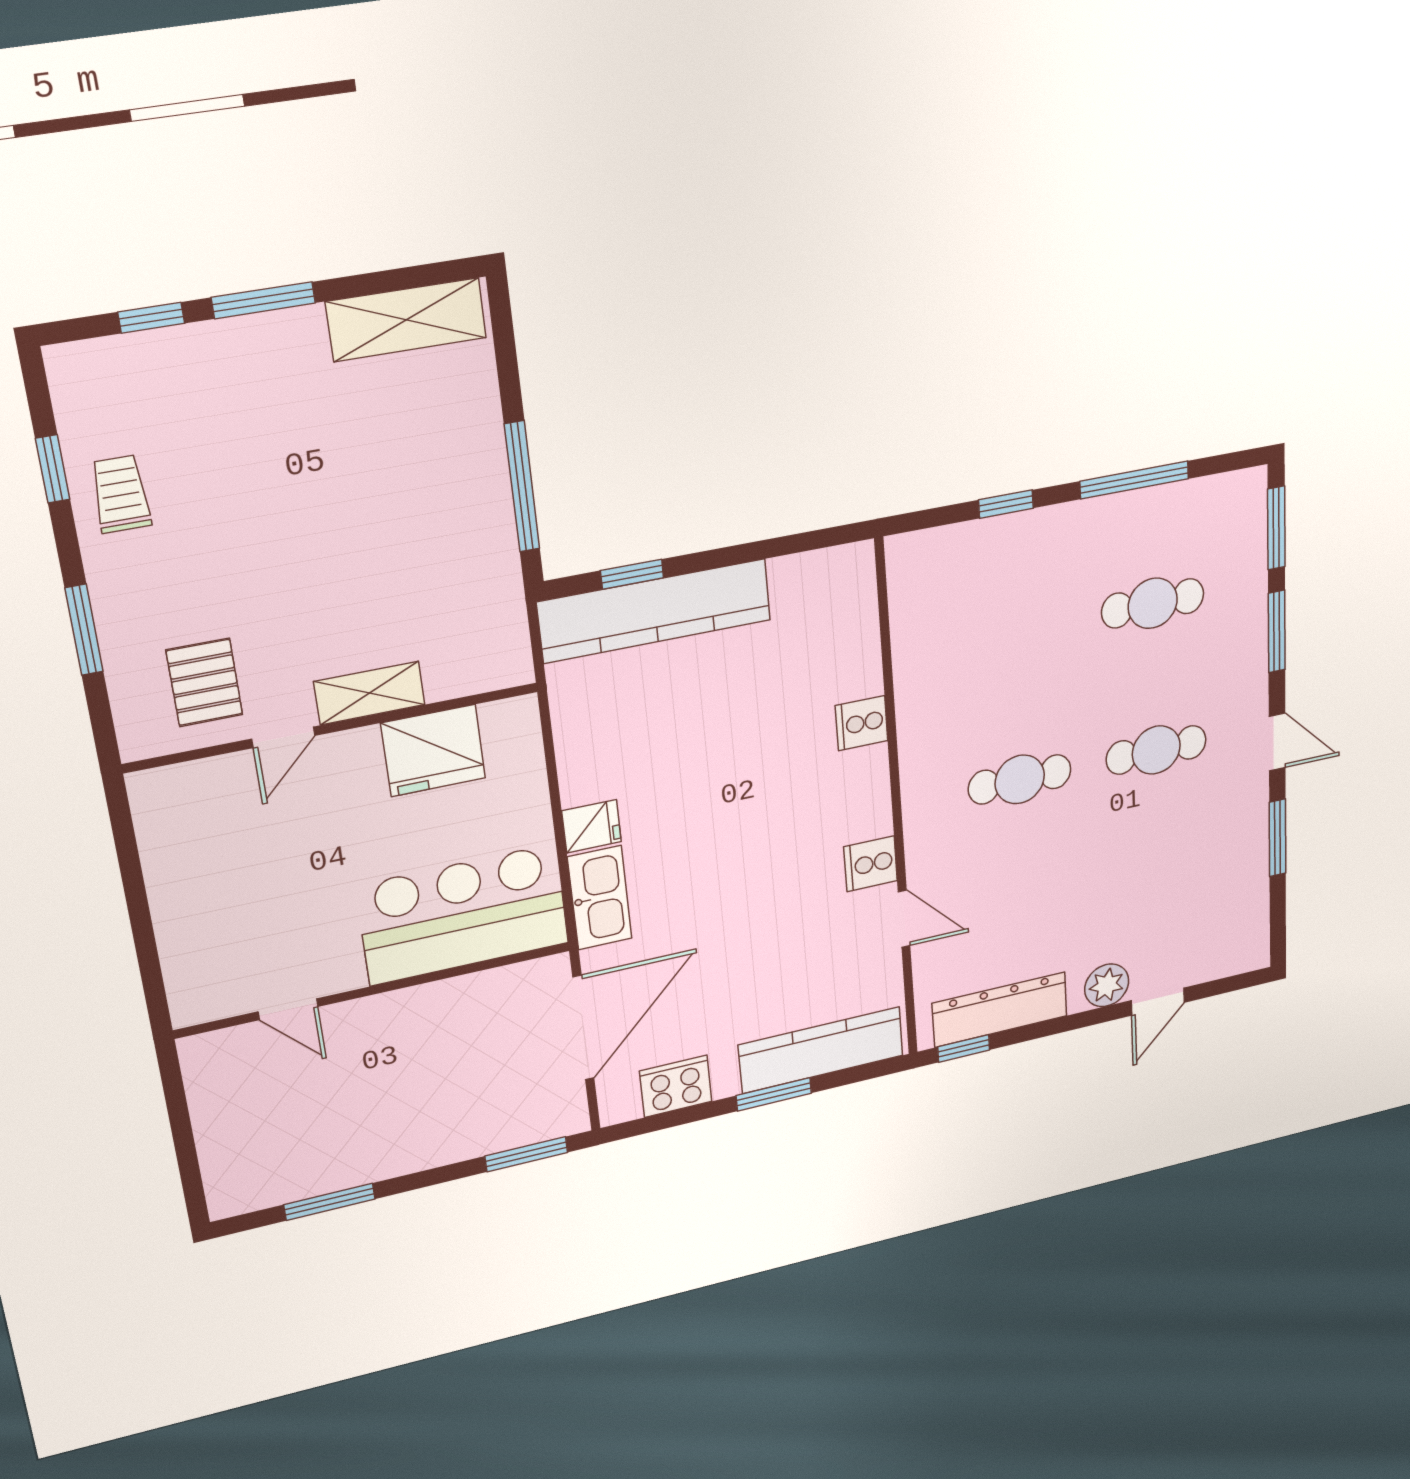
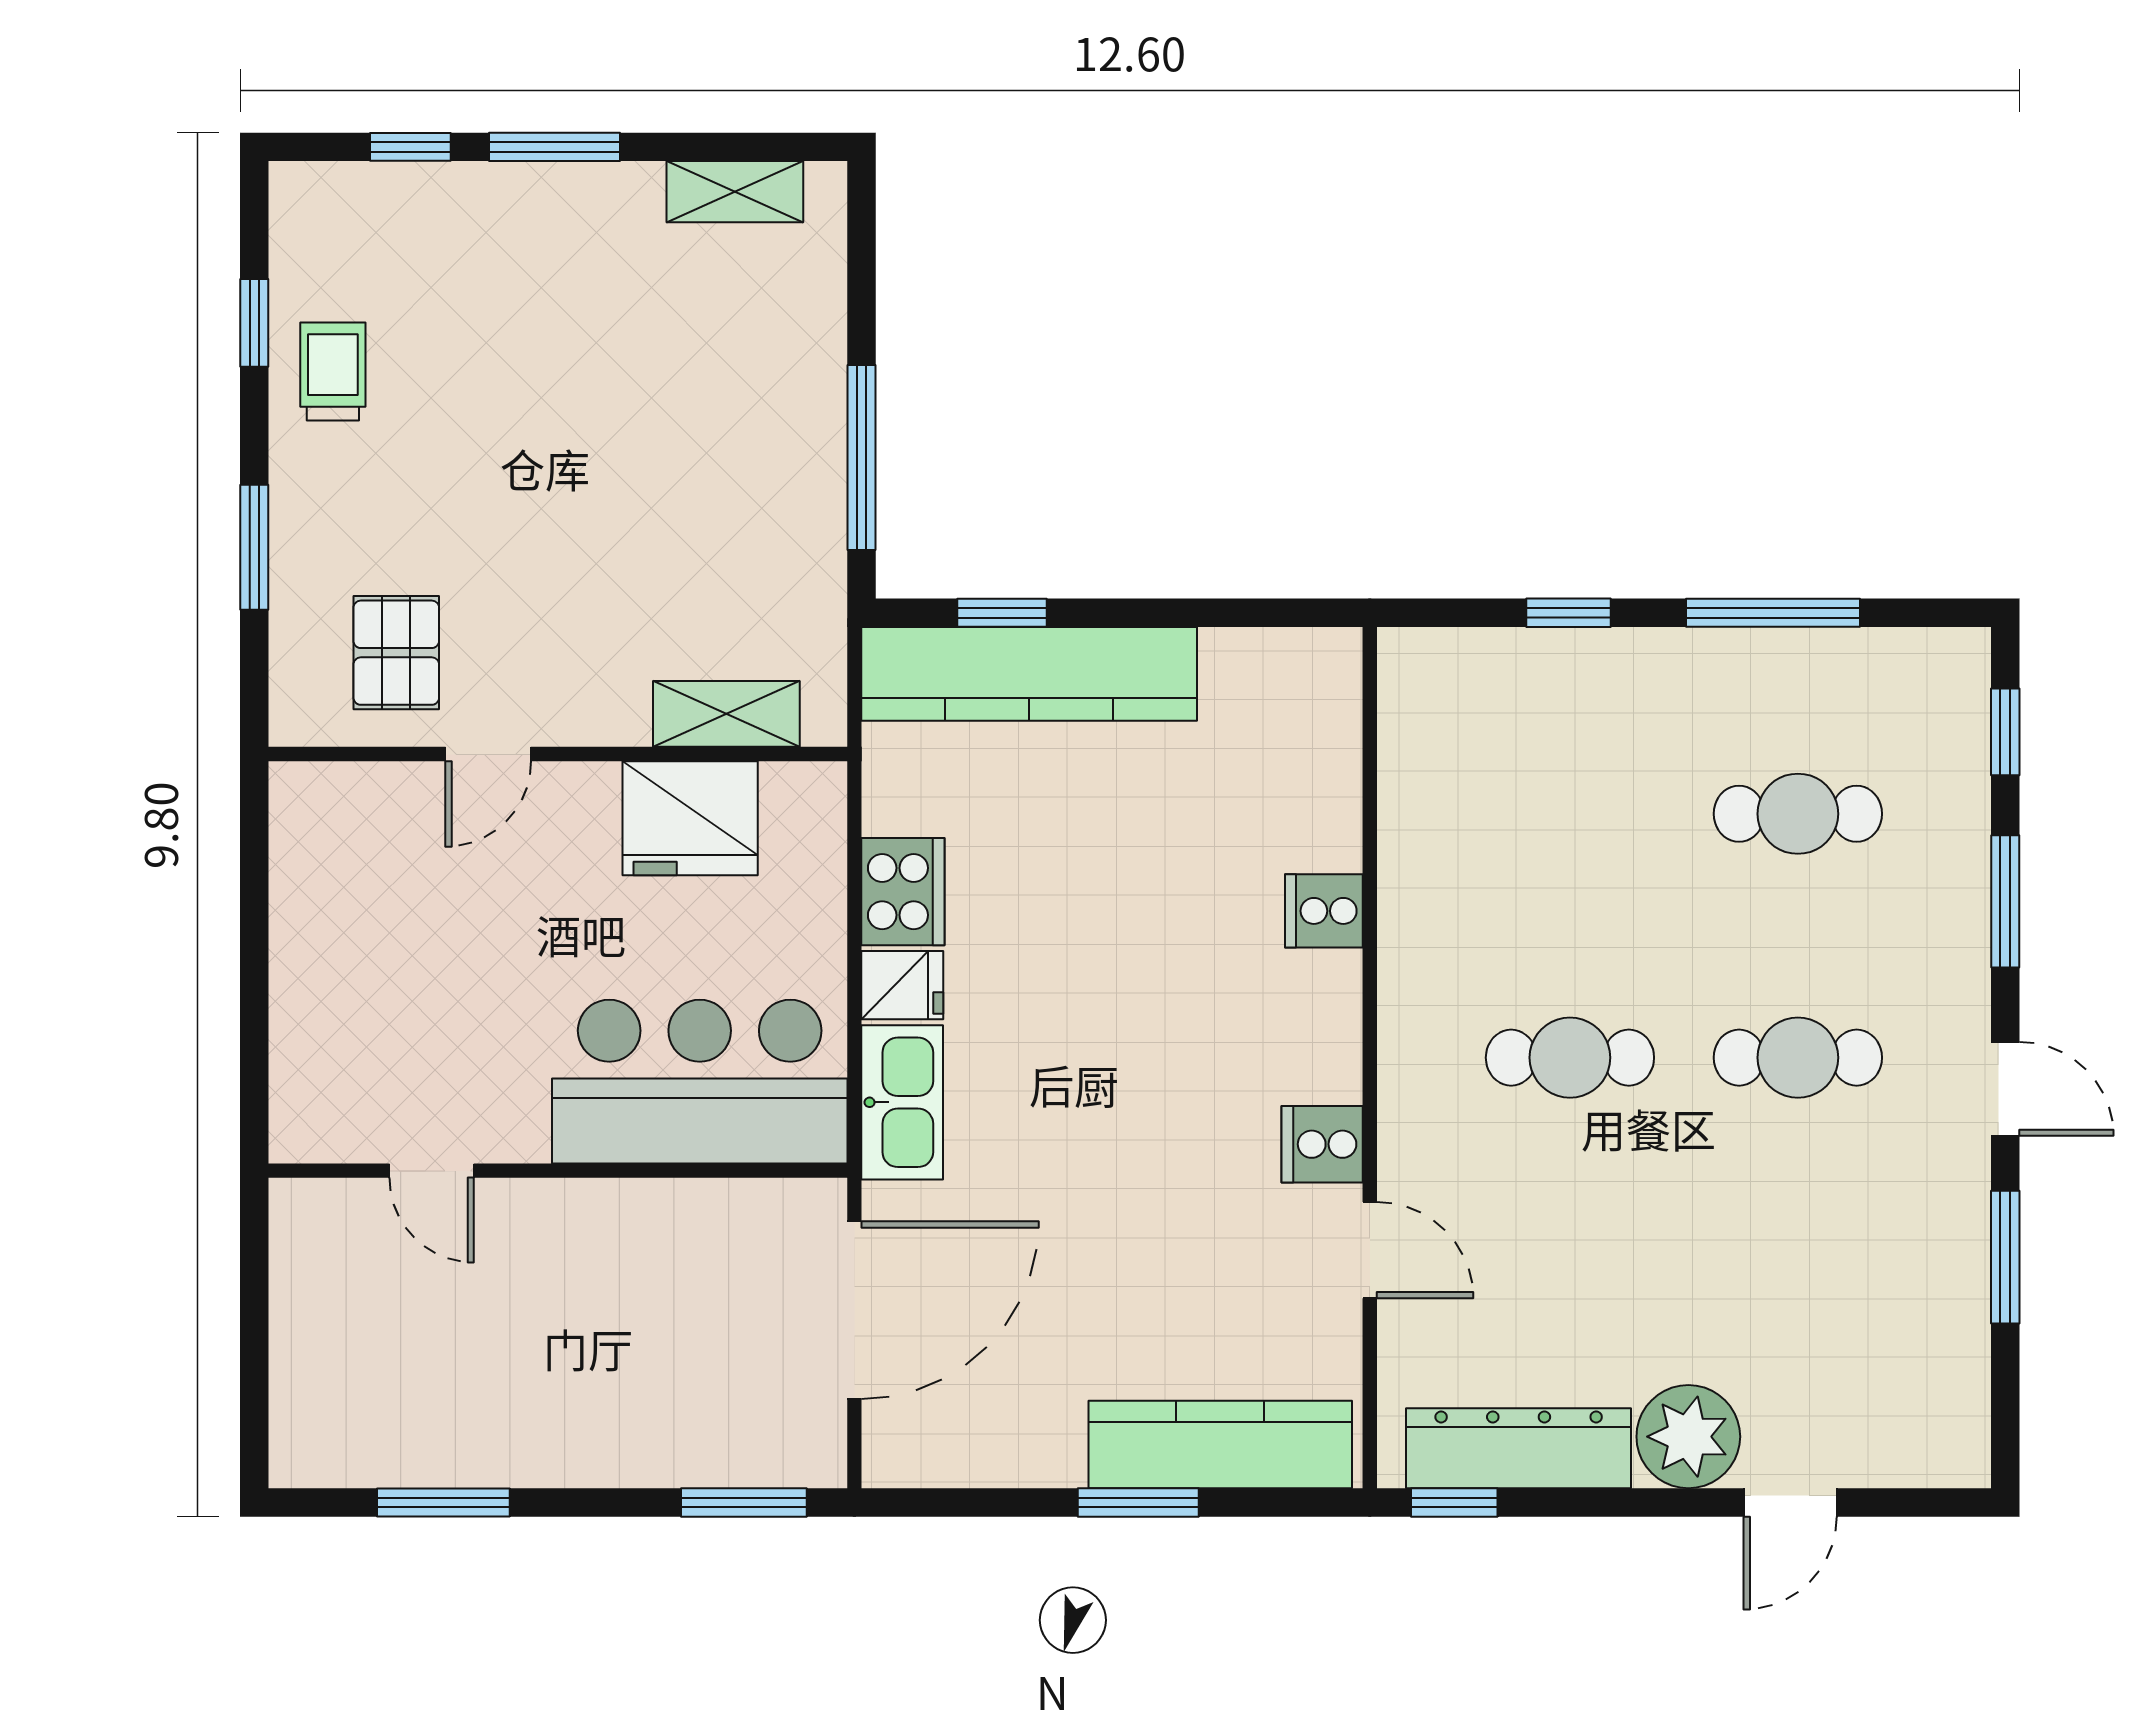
shelving: (406, 320) -> (735, 192), width x0.67, depth x0.75
window: (1276, 528) -> (2005, 732), width x0.67
shelving: (369, 693) -> (726, 714), moved
plant: (1107, 985) -> (1688, 1437), width x1.36, depth x1.36
cooker: (676, 1086) -> (903, 892), moved, turned 90

